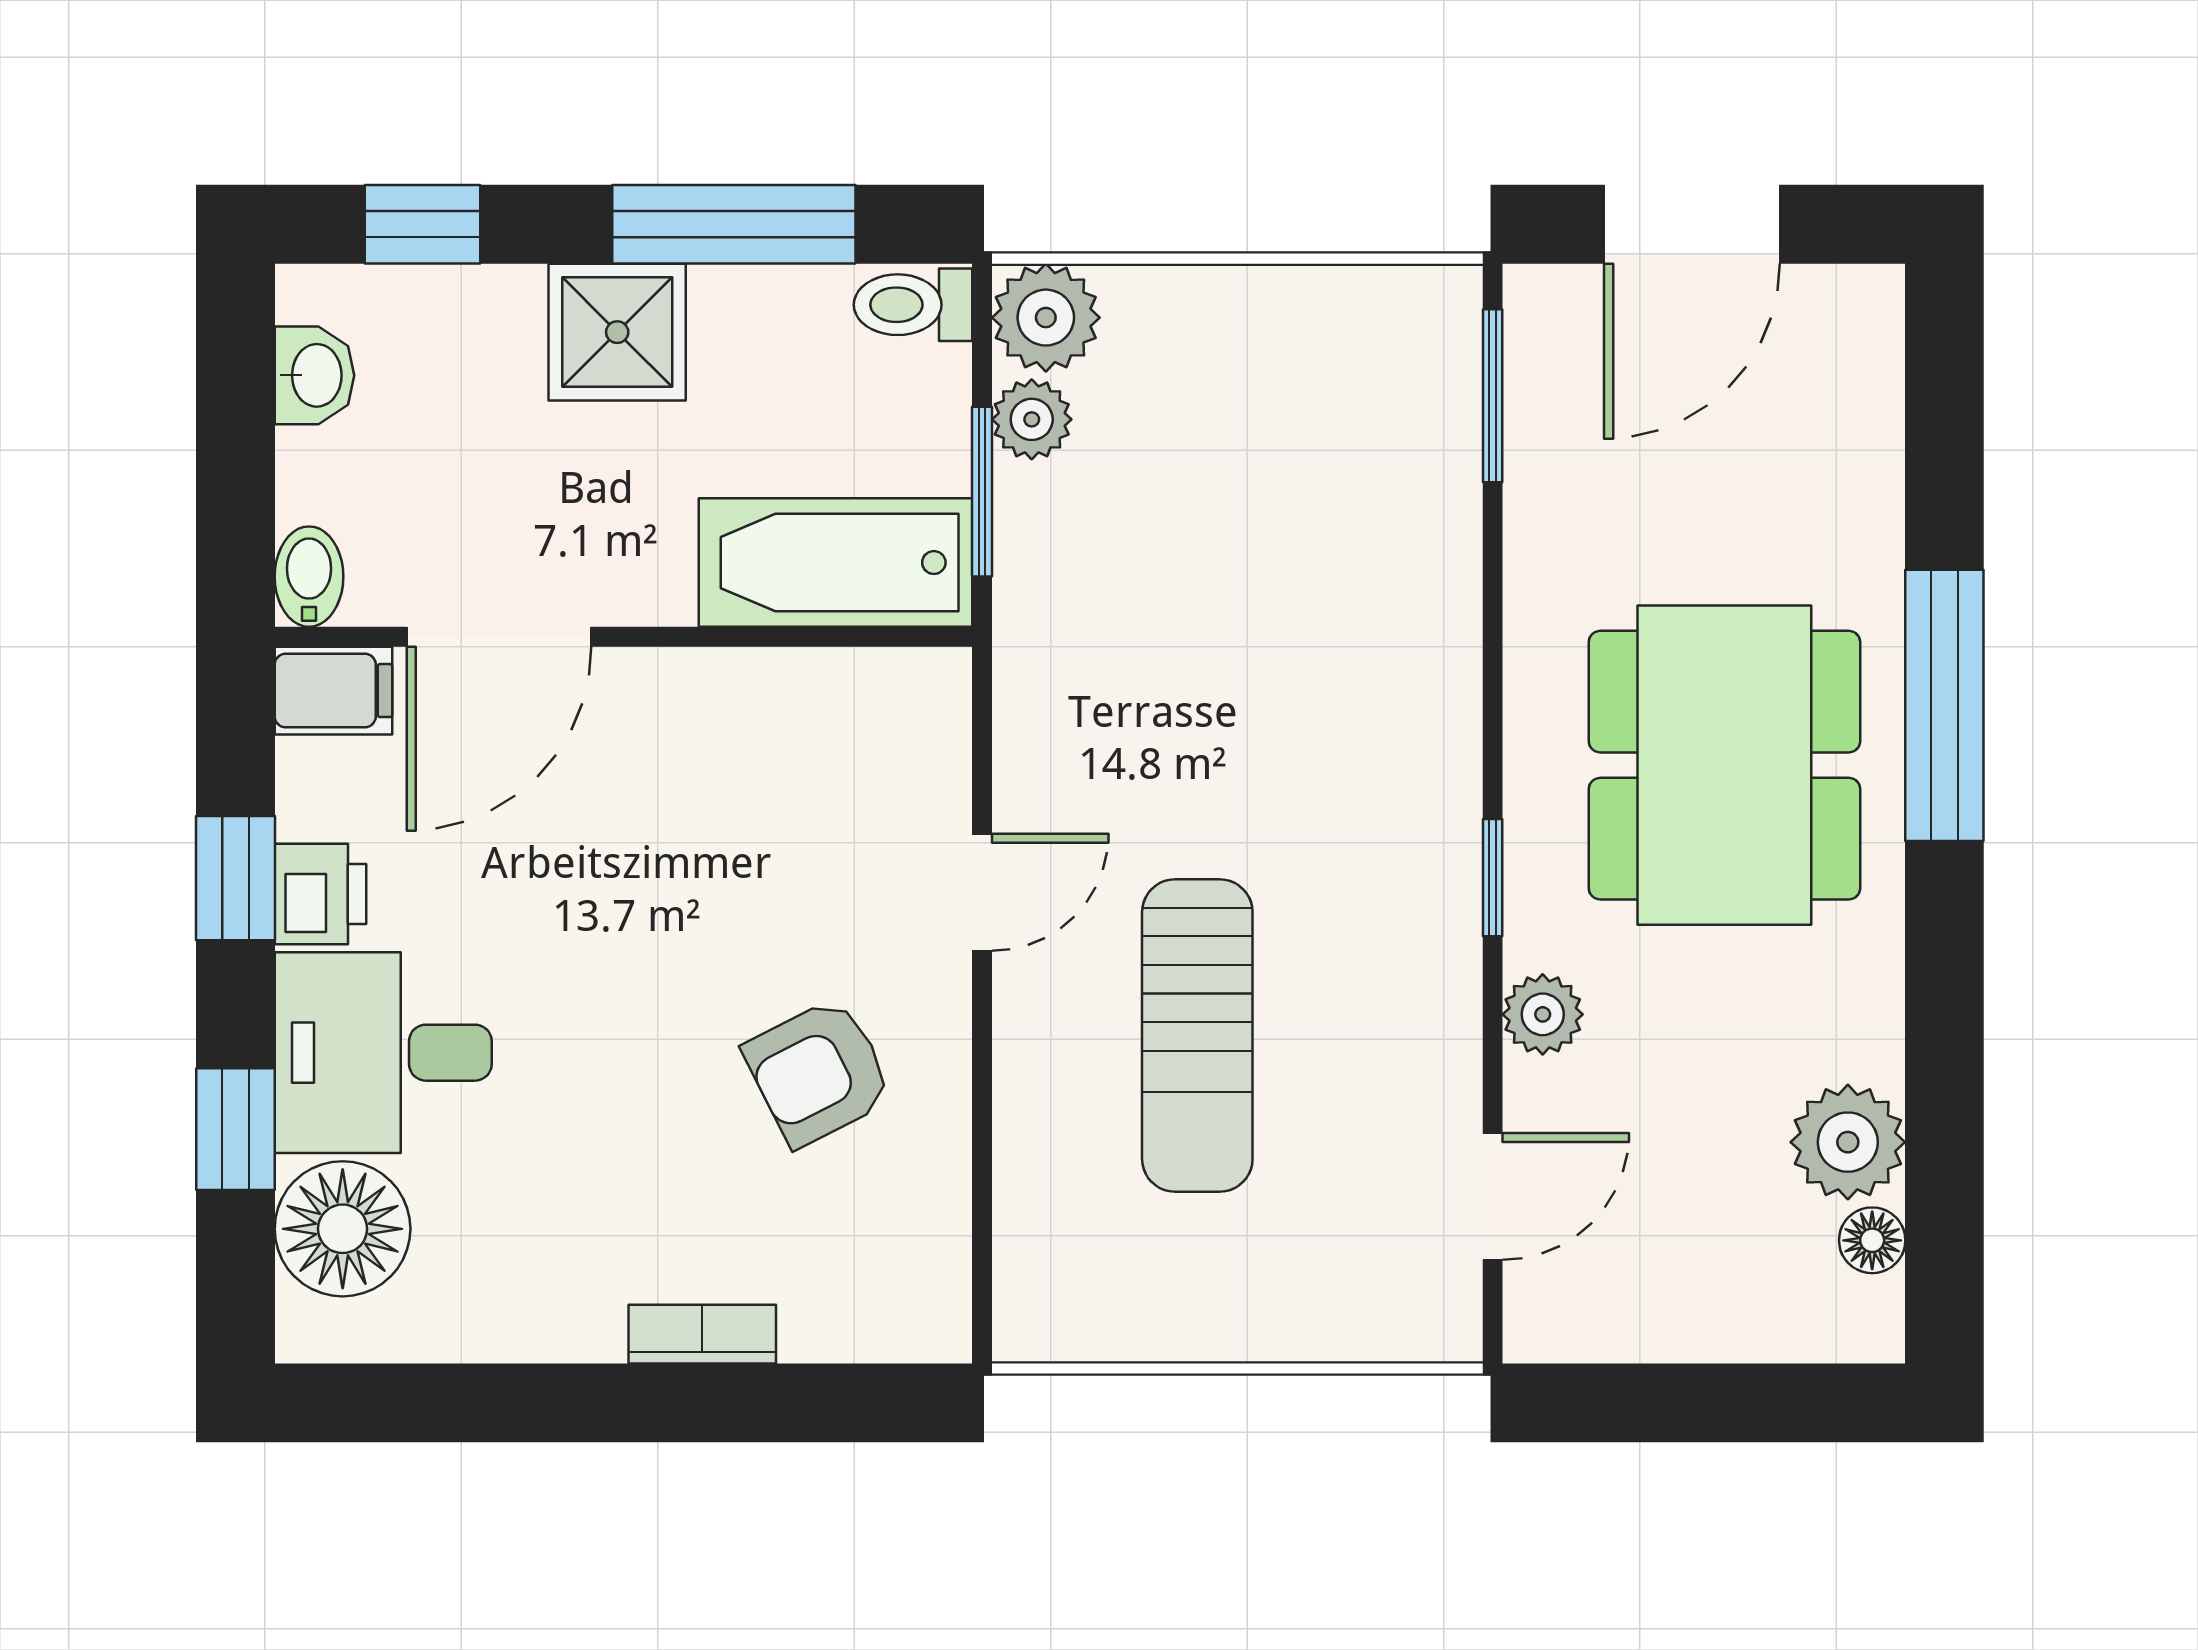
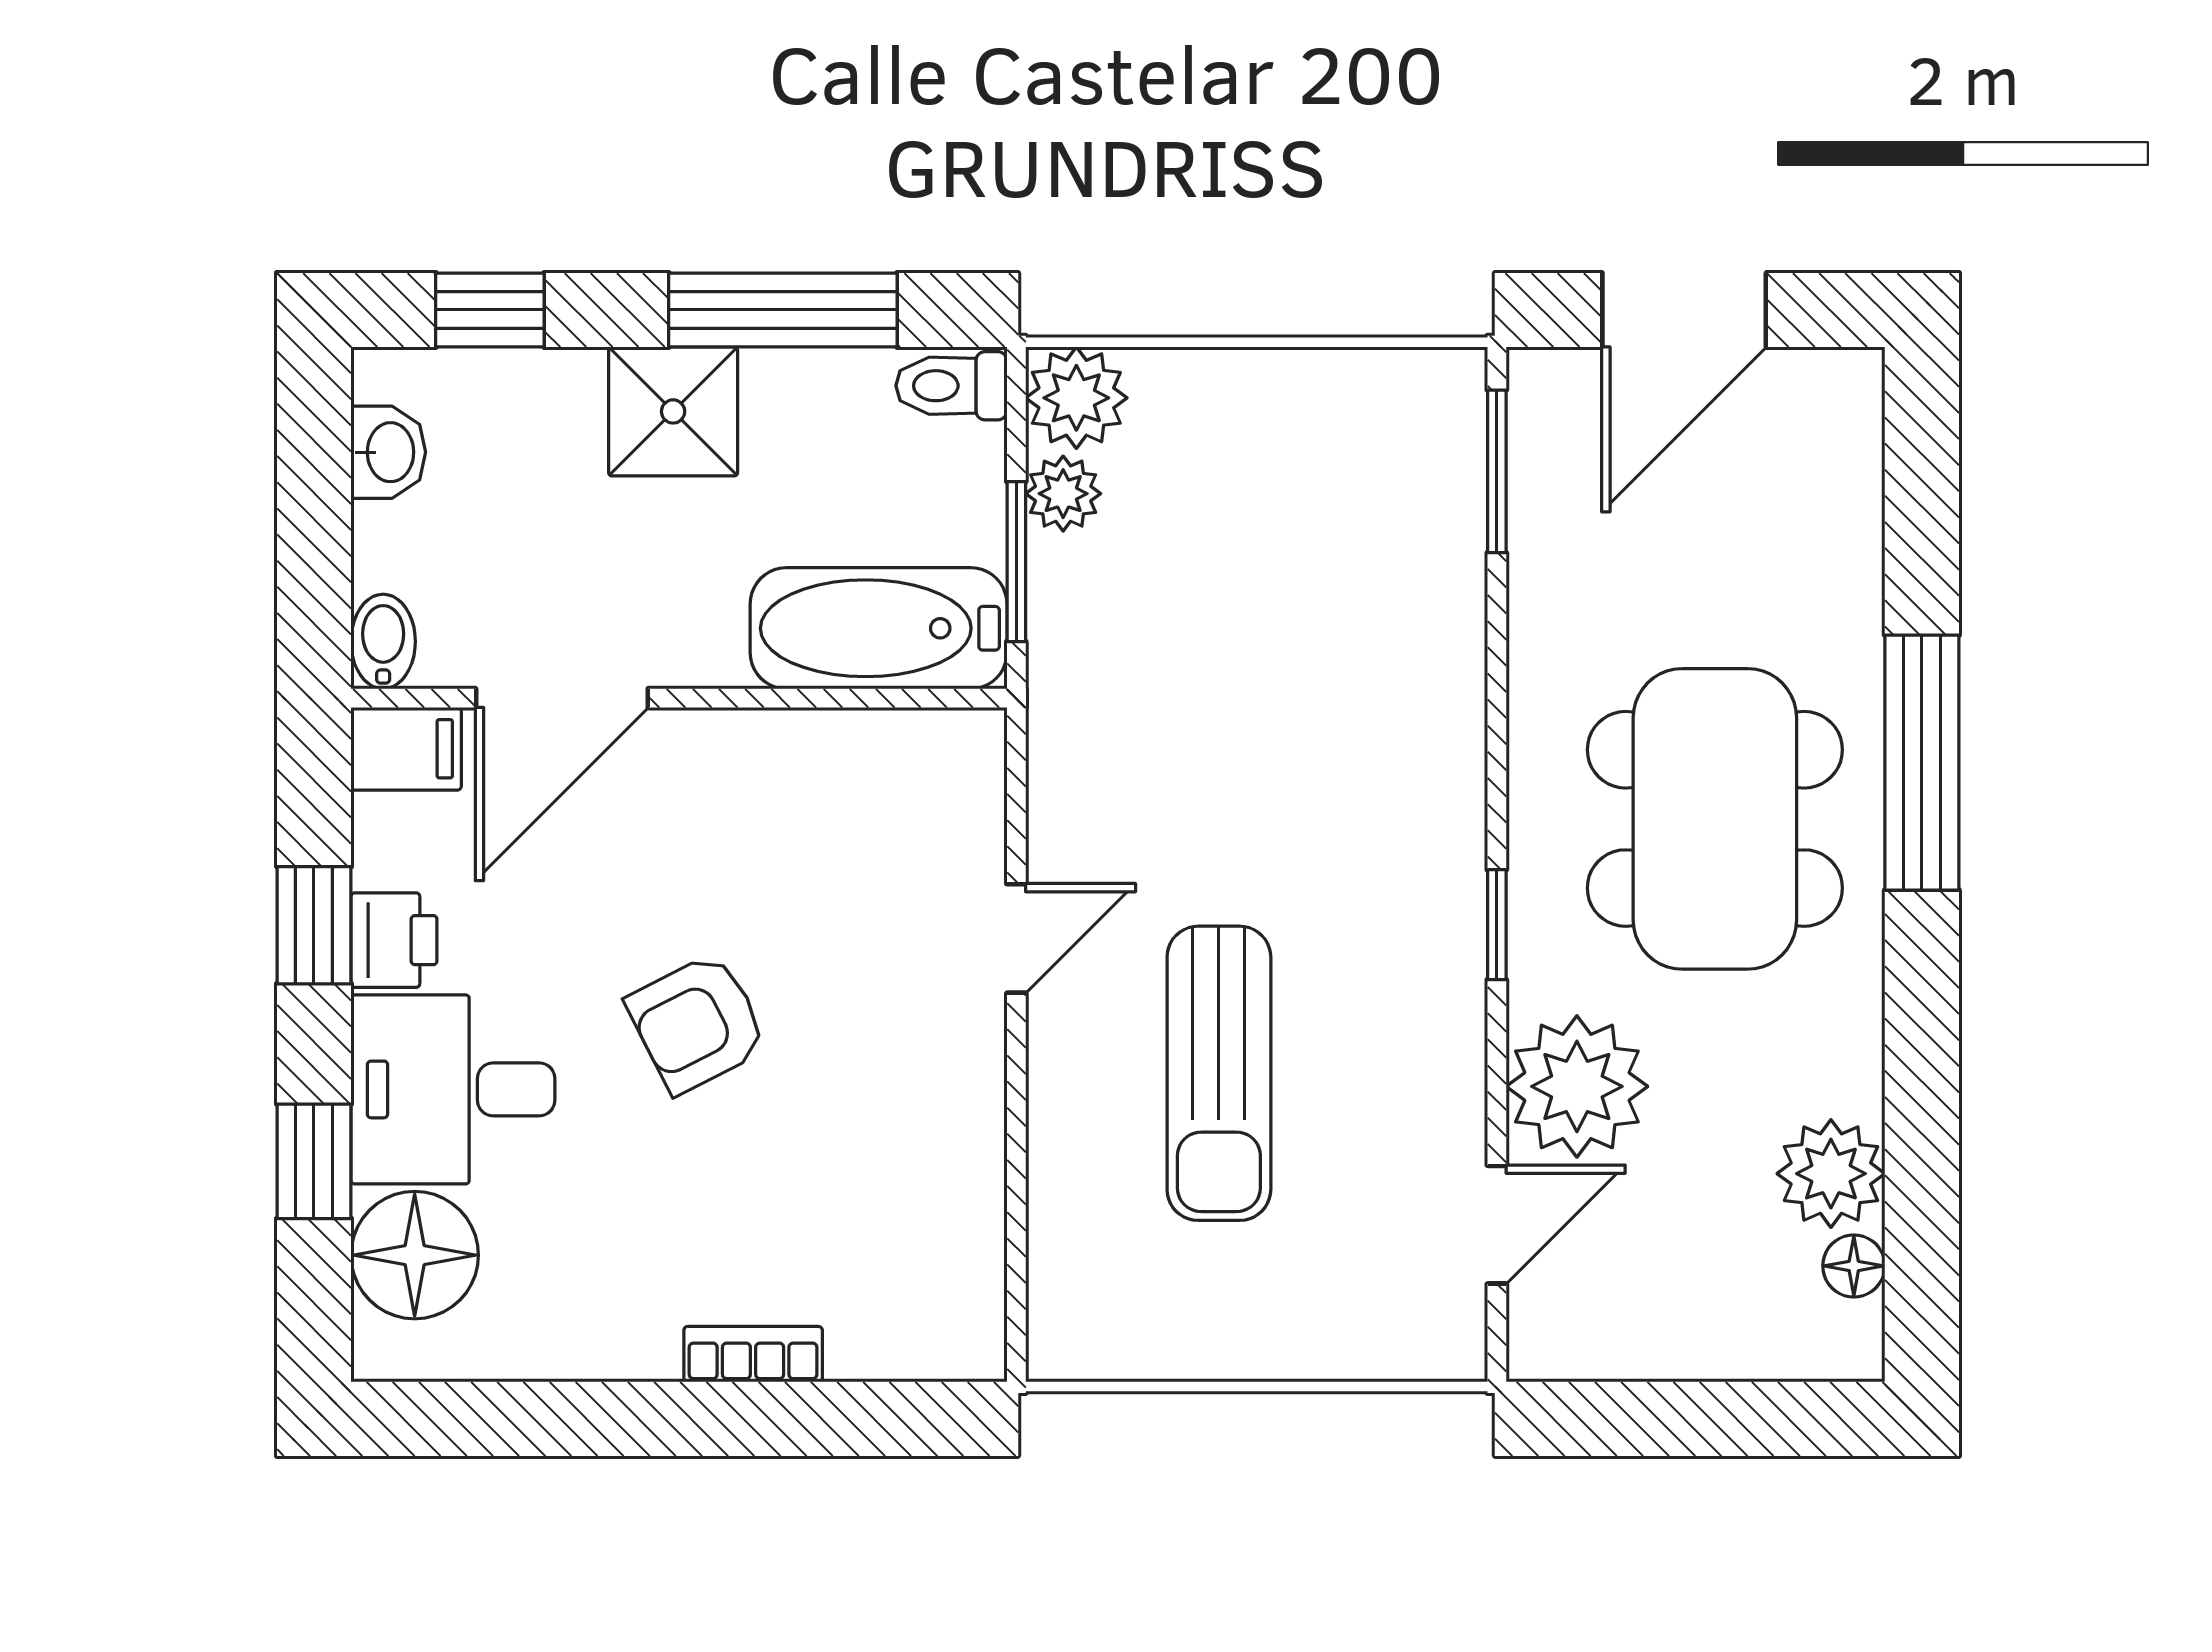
plant: (1543, 1014) -> (1577, 1086), width x1.88, depth x1.88
armchair: (818, 1072) -> (697, 1023), moved

